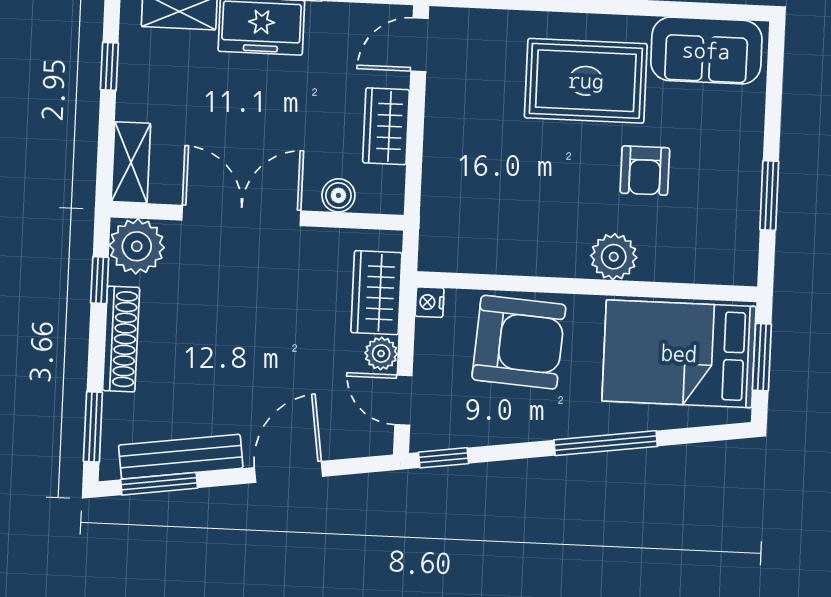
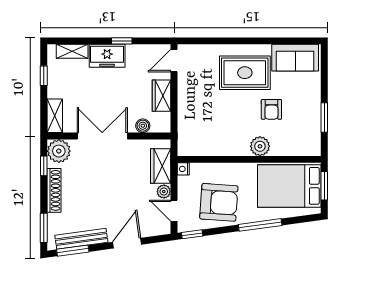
armchair: (519, 342) -> (219, 202), moved

